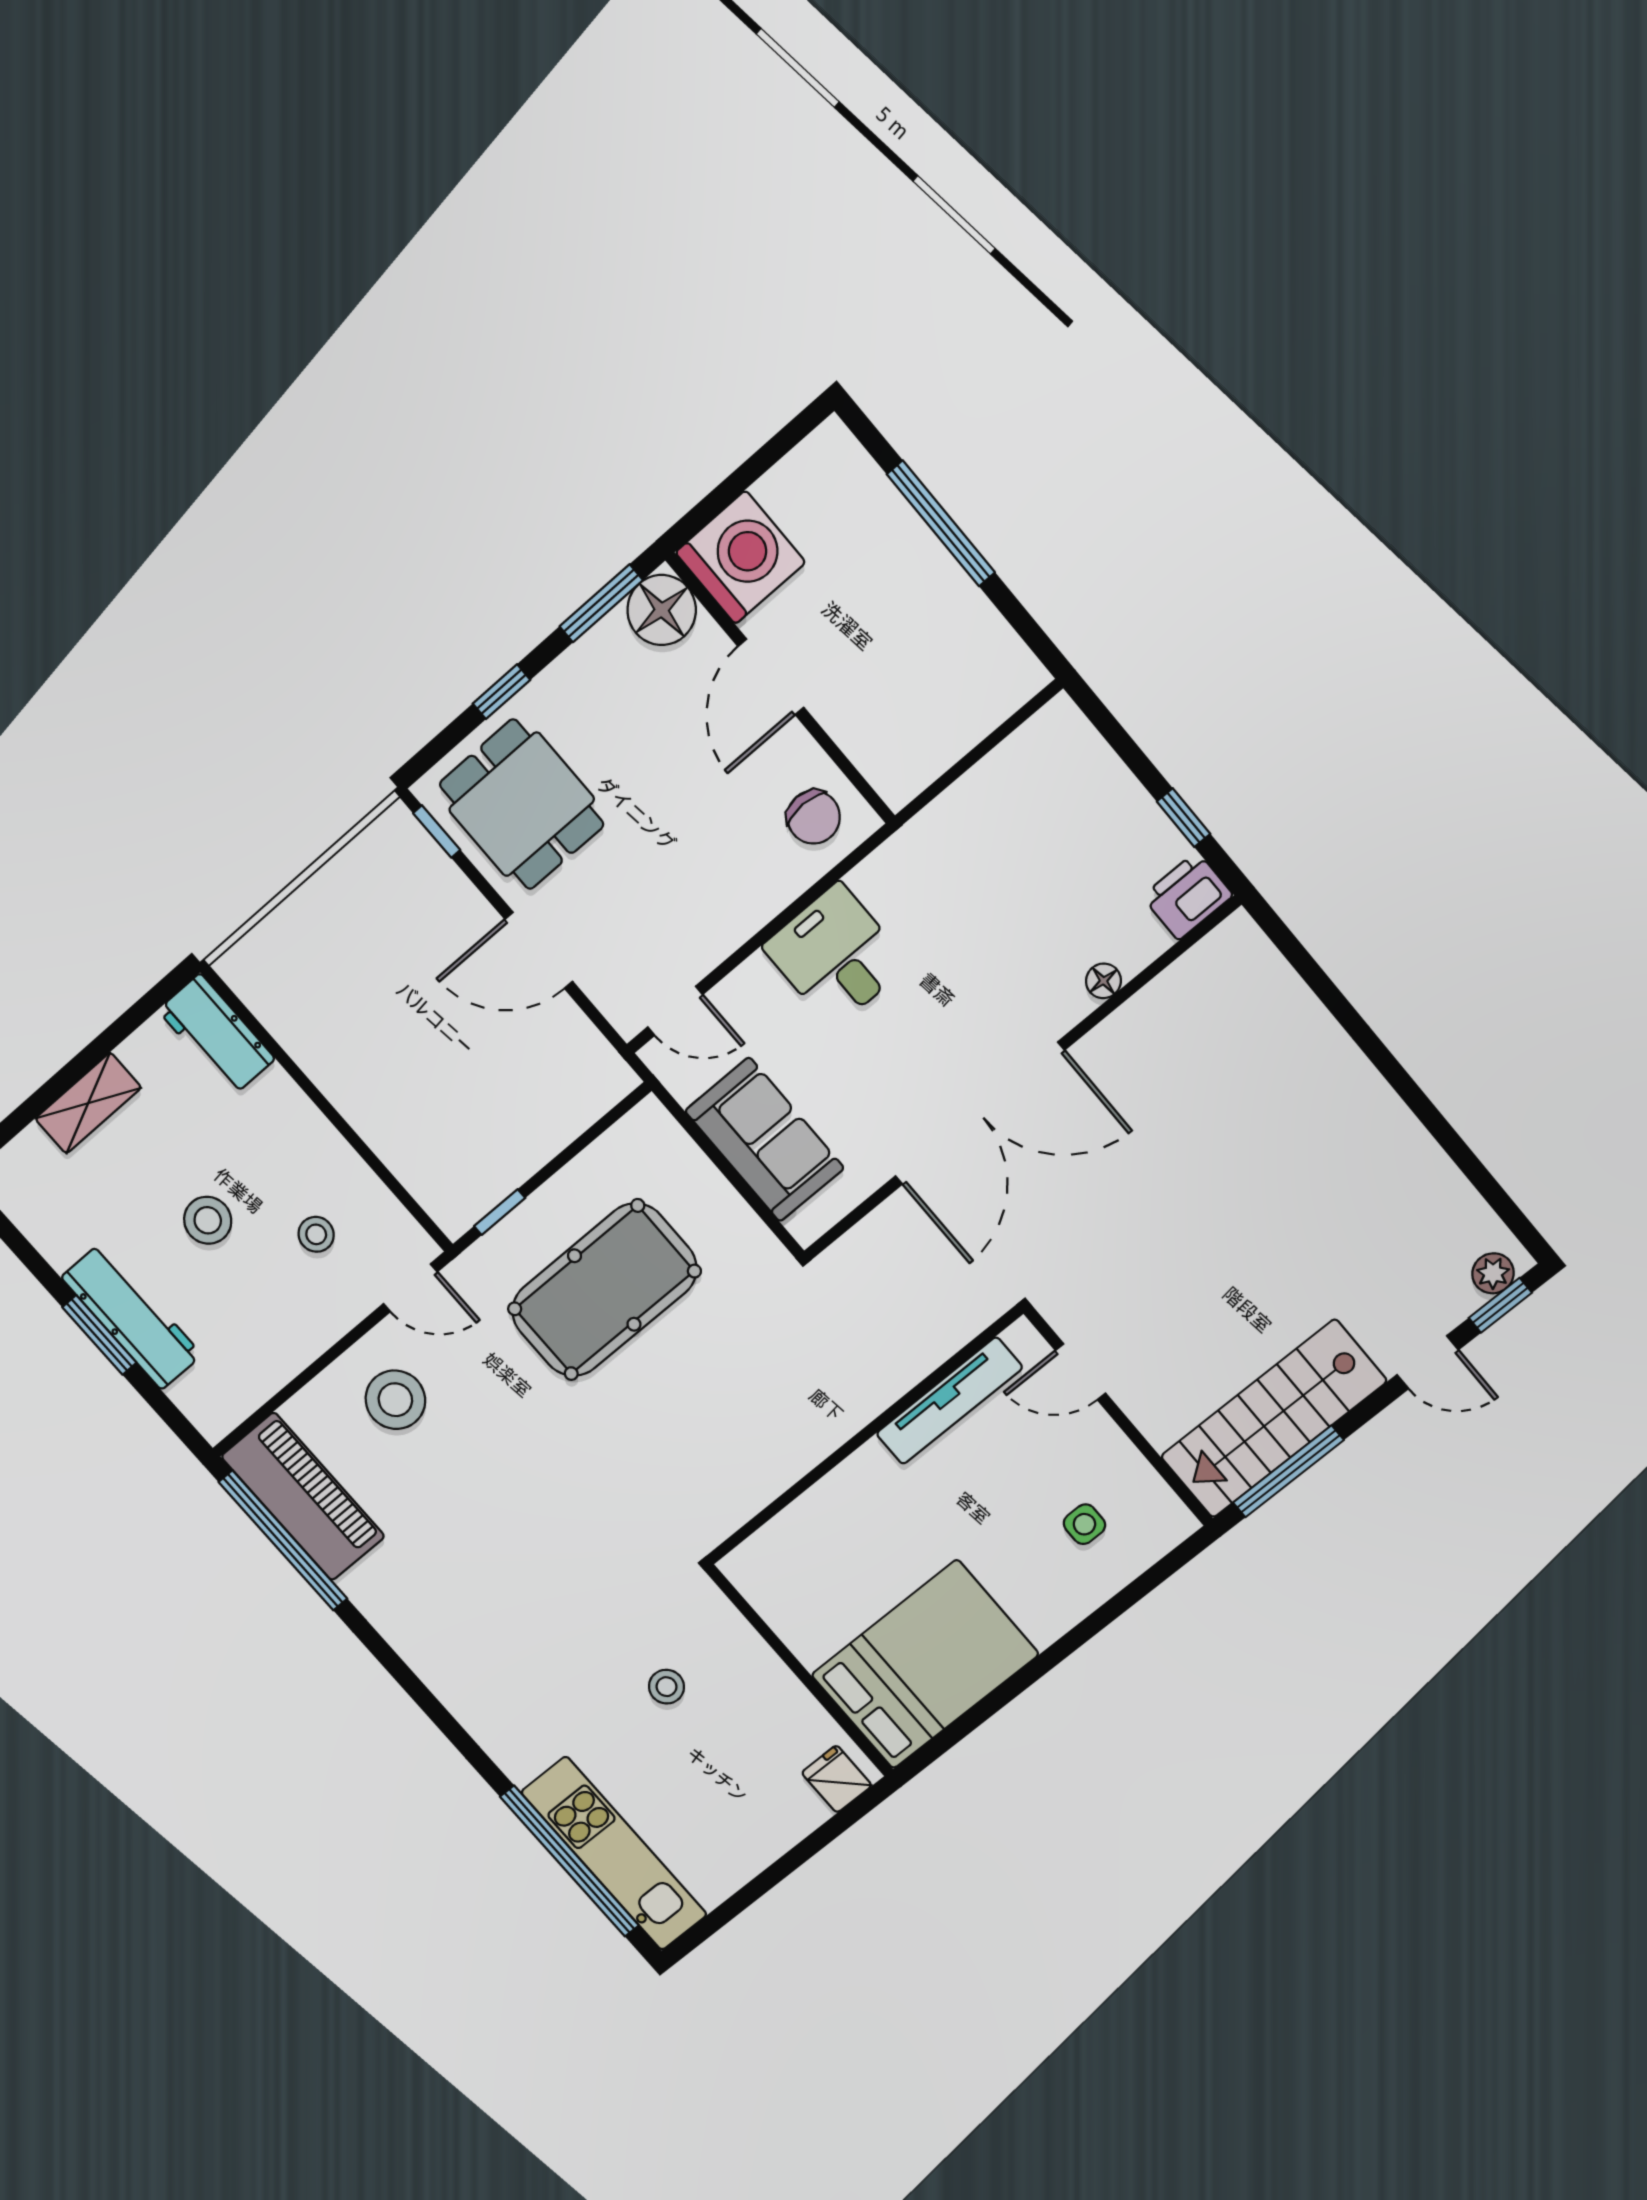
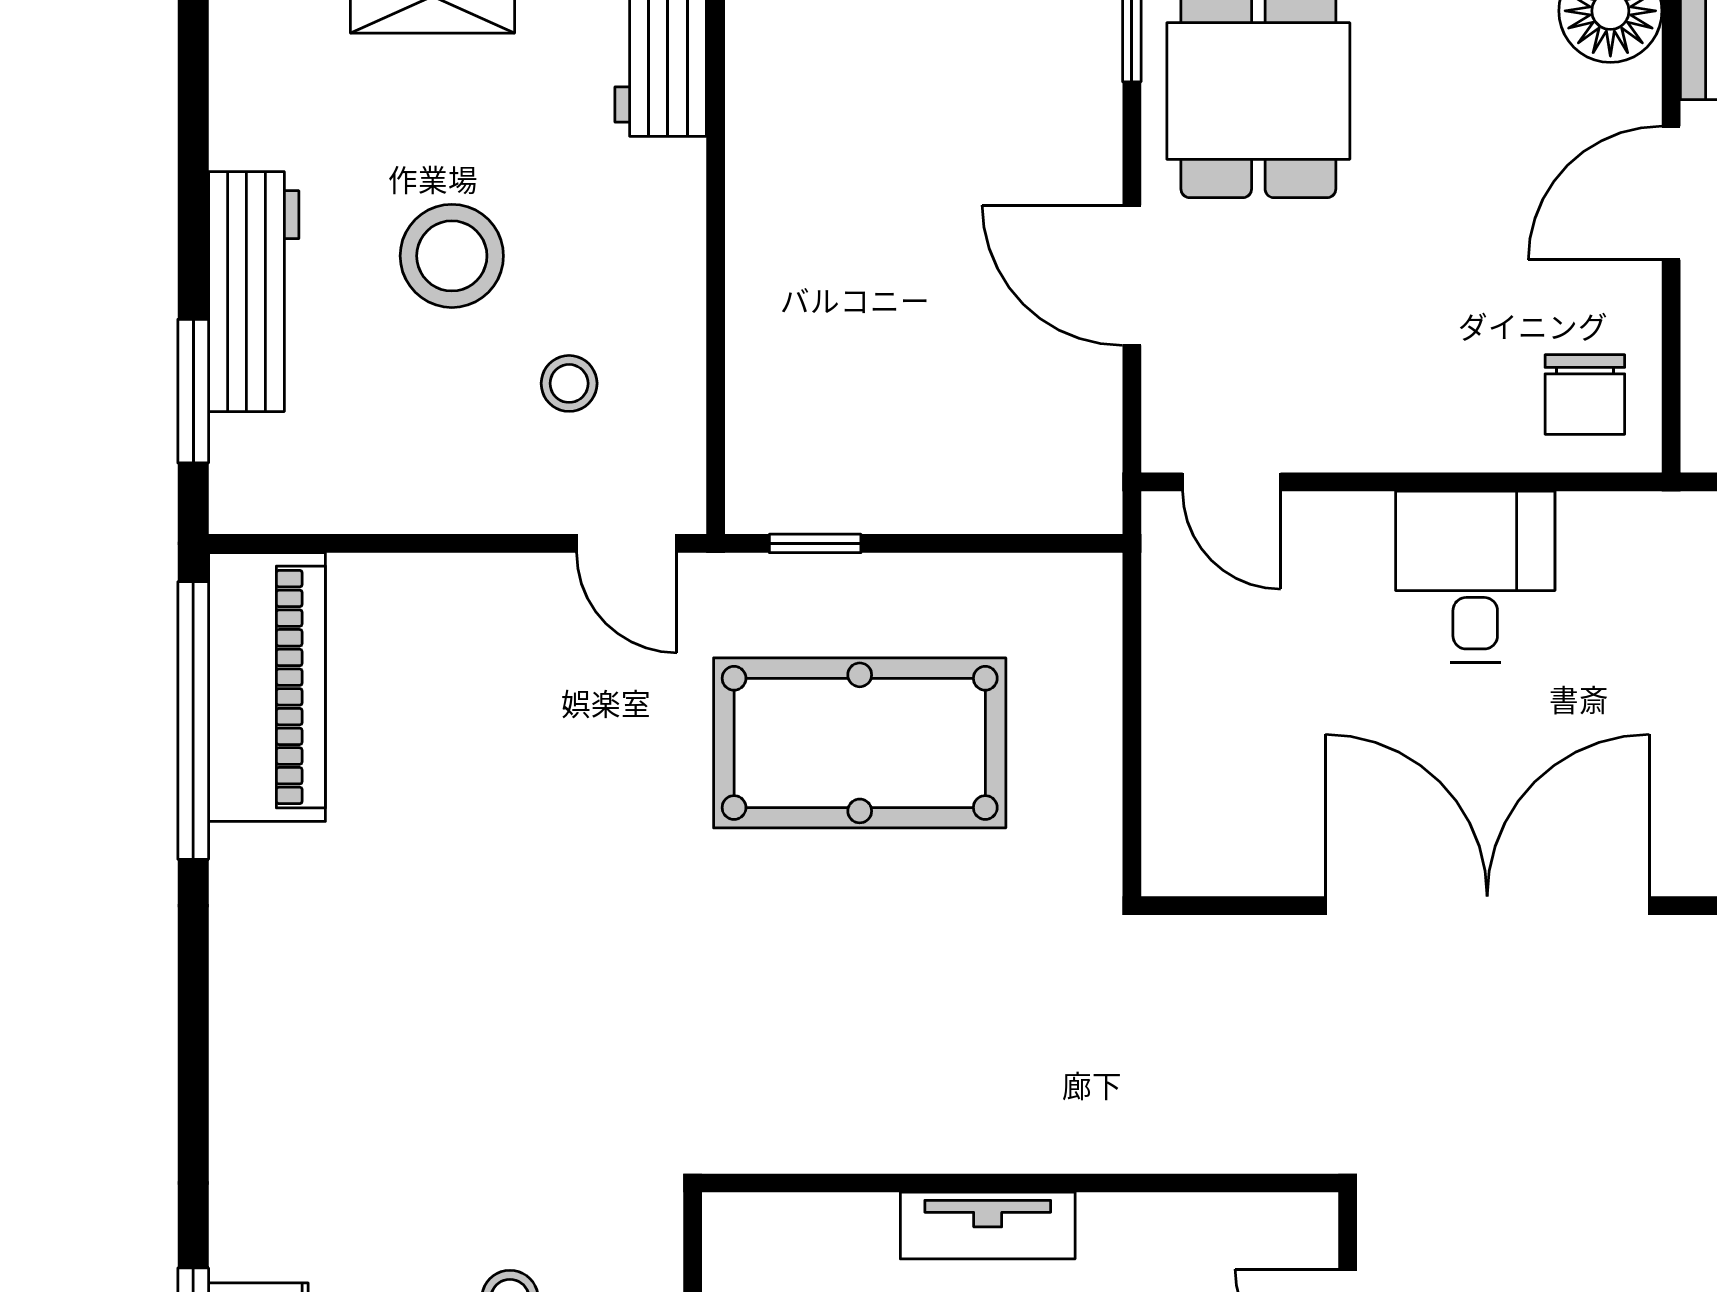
double door: (980, 1113) -> (1487, 906), swing flipped
sofa: (765, 1140) -> (1207, 723), removed
stool: (208, 1220) -> (452, 256), width x1.38, depth x1.38
window: (99, 1335) -> (193, 391), moved
stool: (395, 1400) -> (488, 663), removed
tv unit: (949, 1401) -> (988, 1226), moved, width x0.71

